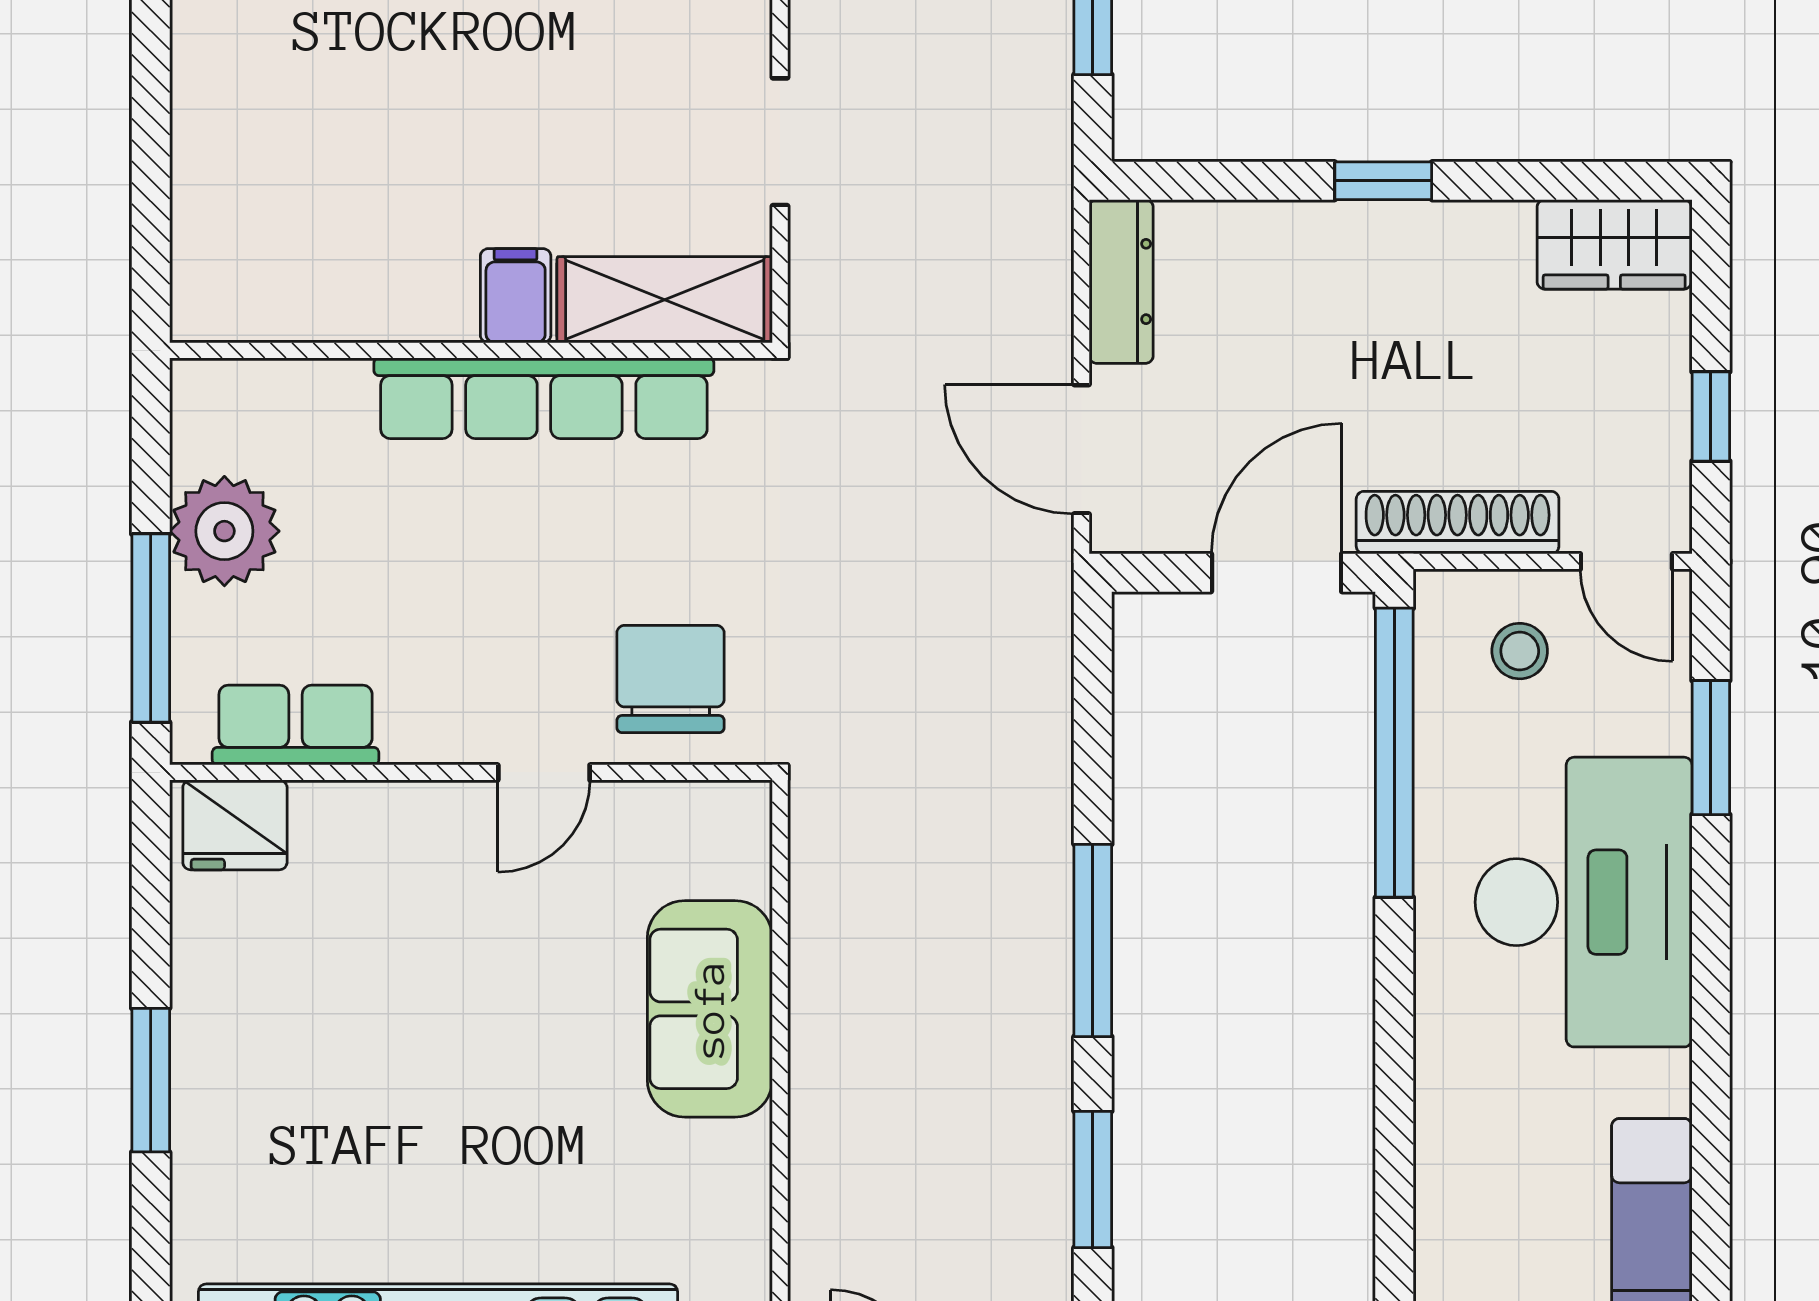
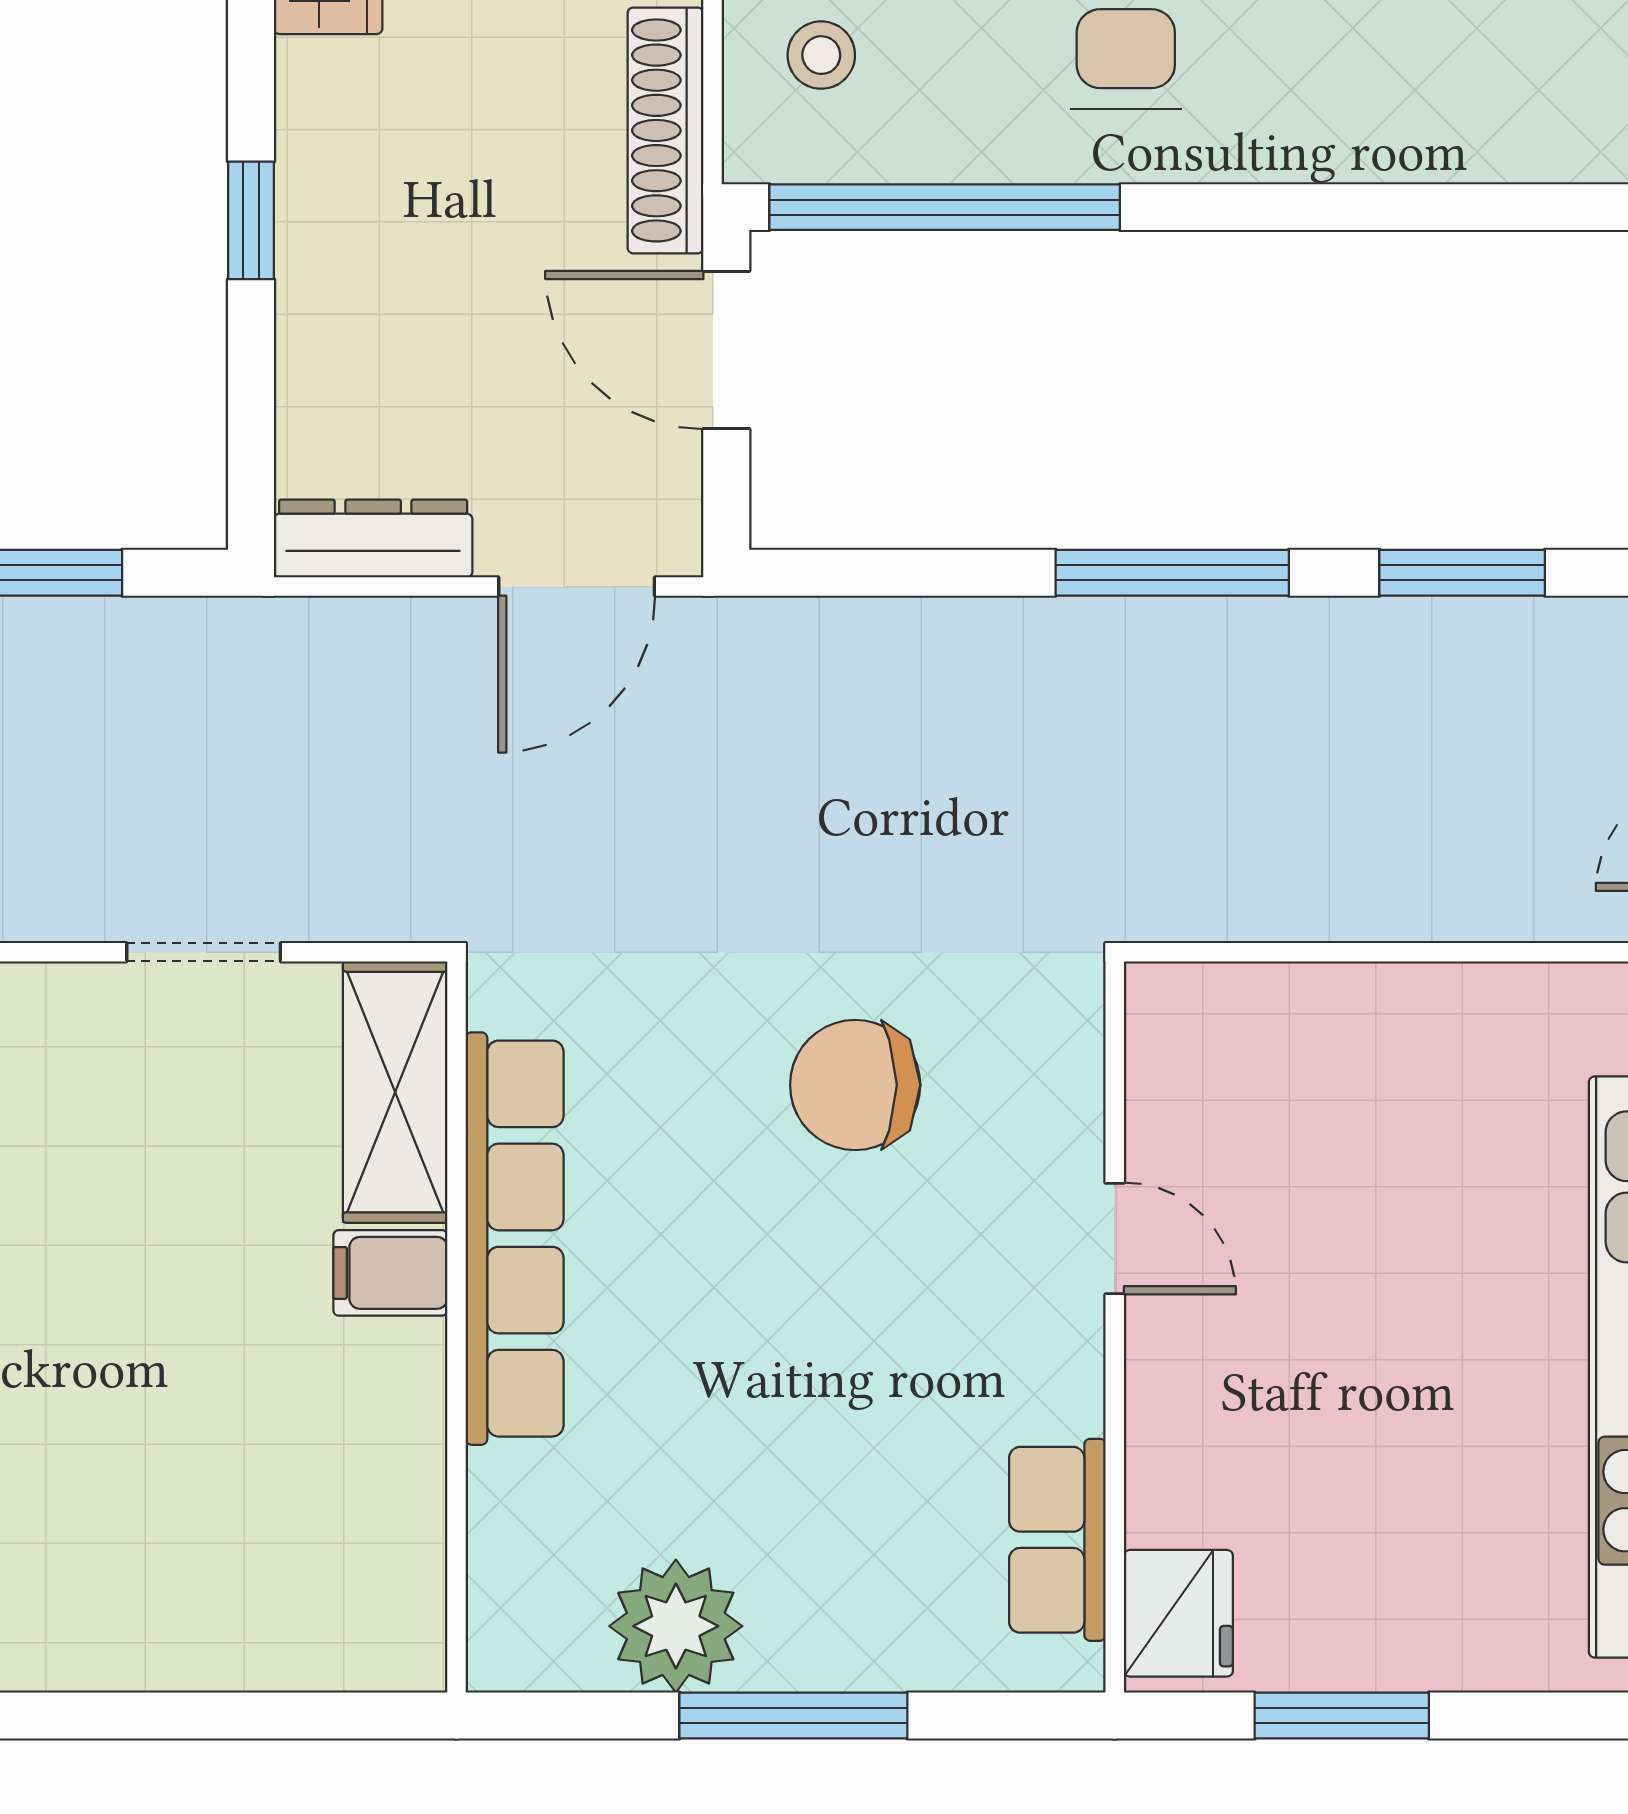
row of seats: (296, 725) -> (1057, 1540), moved
wall: (471, 772) -> (1115, 1327), moved
door: (544, 772) -> (1115, 1238), moved
fridge: (235, 825) -> (1178, 1613), moved
sofa: (710, 1009) -> (1255, 1037), removed

